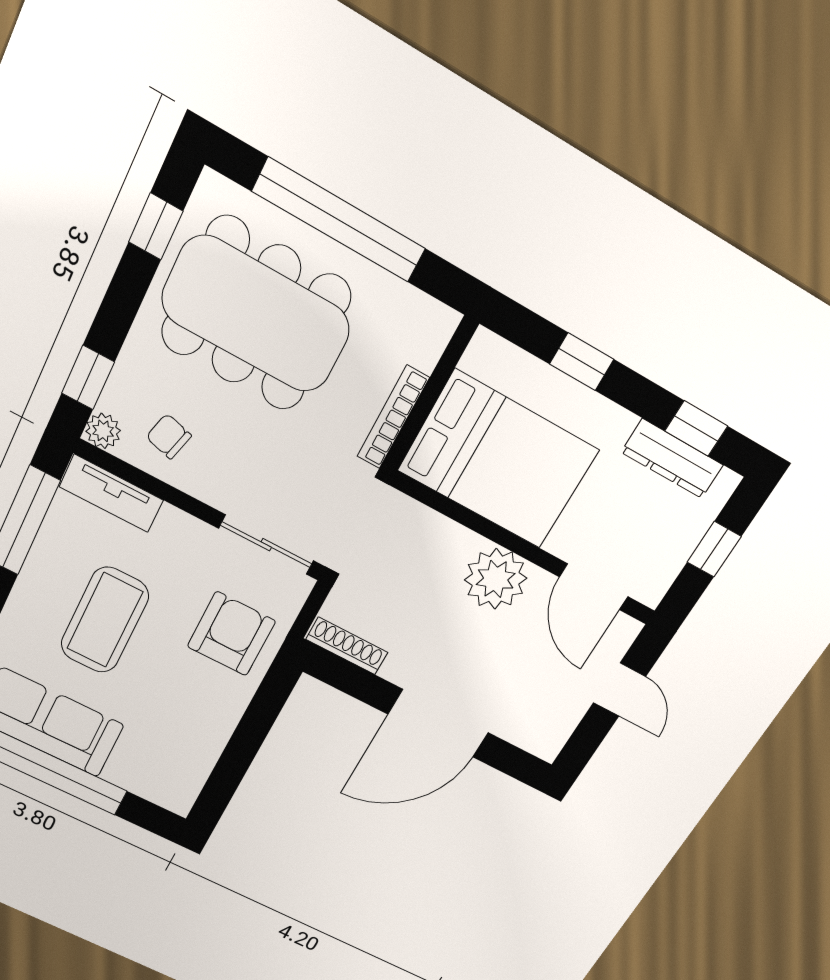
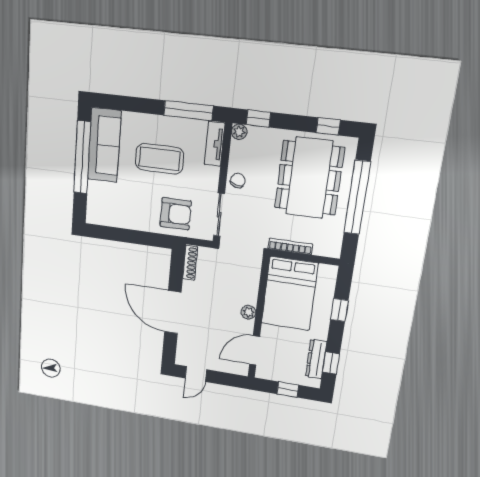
chair: (169, 436) -> (238, 181), moved
plant: (496, 579) -> (248, 312), width x0.53, depth x0.53
door: (619, 690) -> (196, 374), moved

